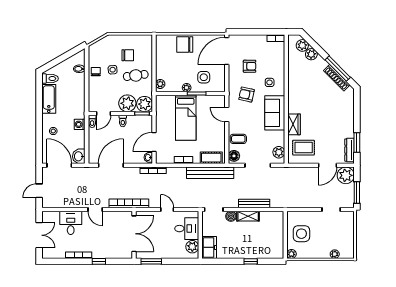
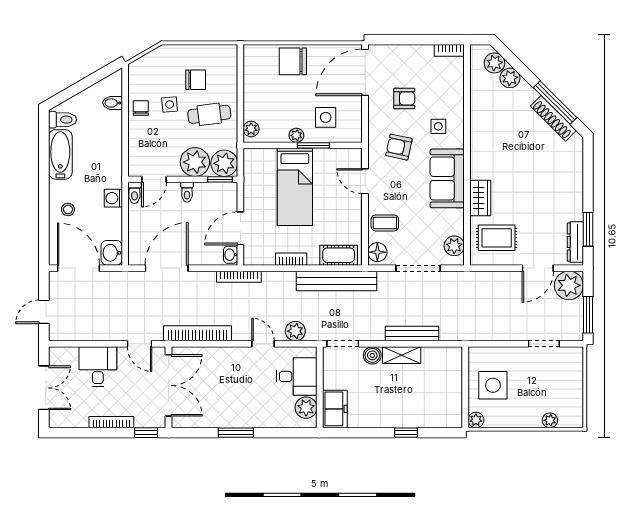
plant: (186, 202) -> (295, 331), added
double door: (134, 234) -> (169, 385), moved
wall: (134, 235) -> (169, 387), moved

